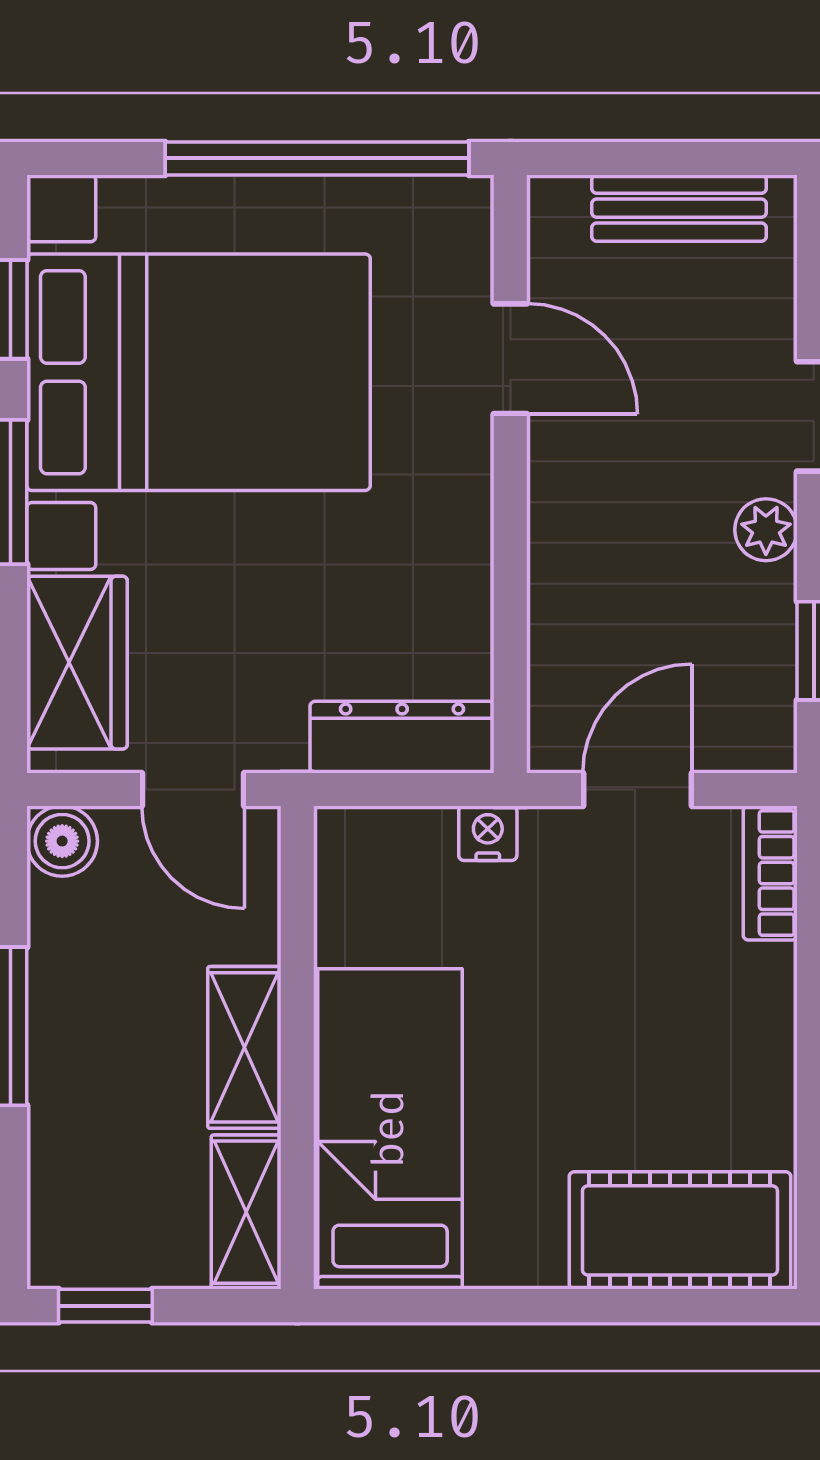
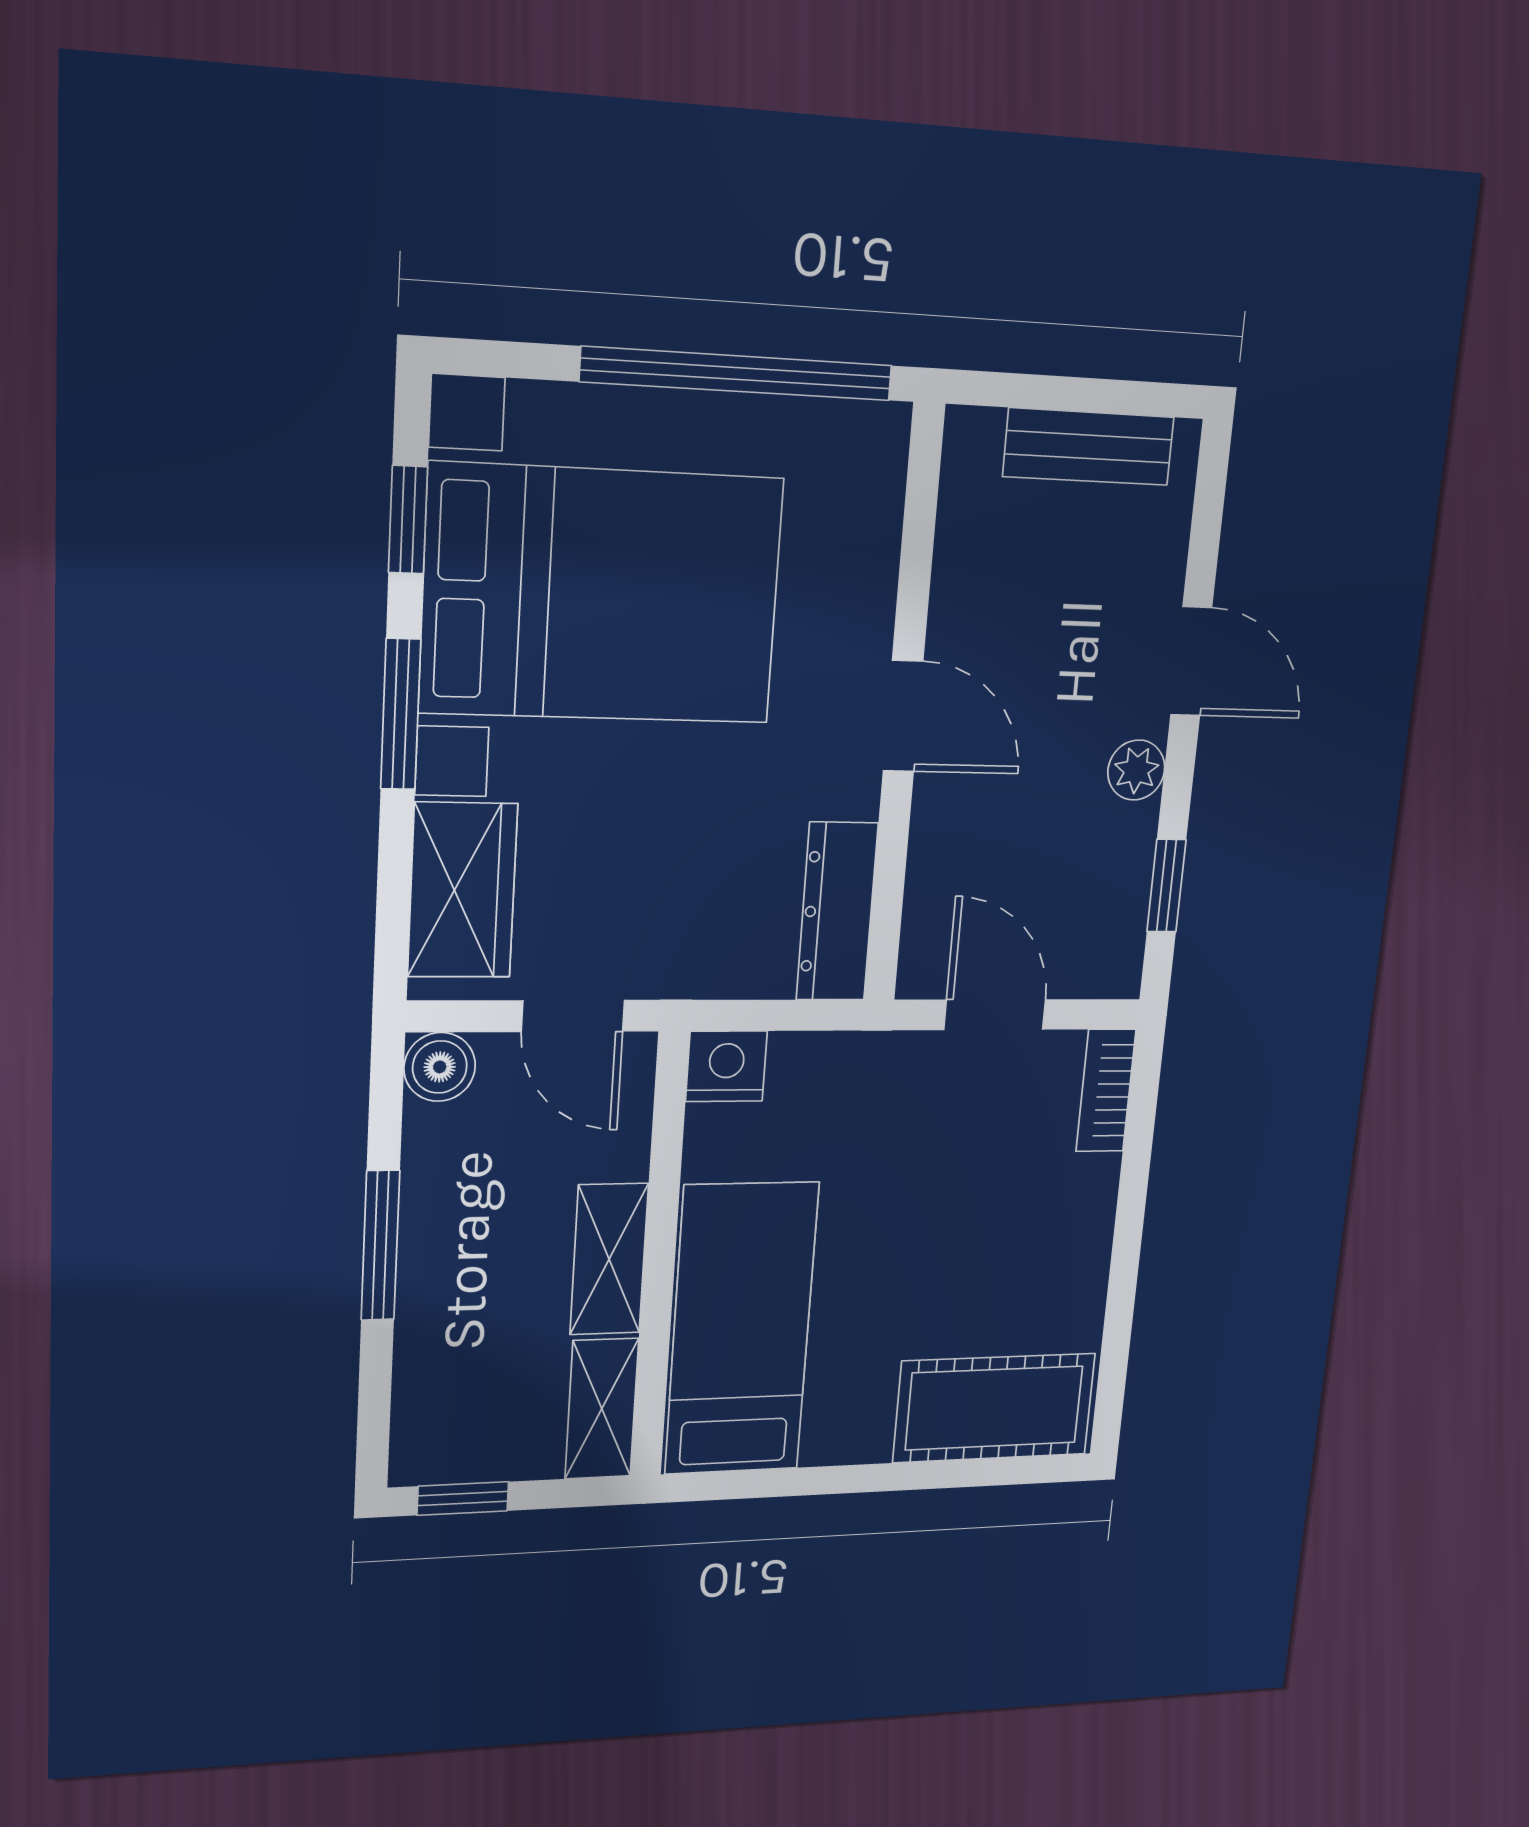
door: (510, 359) -> (903, 716), moved
dresser: (402, 737) -> (837, 912), moved, turned -90
door: (637, 789) -> (995, 1015), hinge flipped
nightstand: (488, 833) -> (726, 1066), moved, width x1.39, depth x1.35

